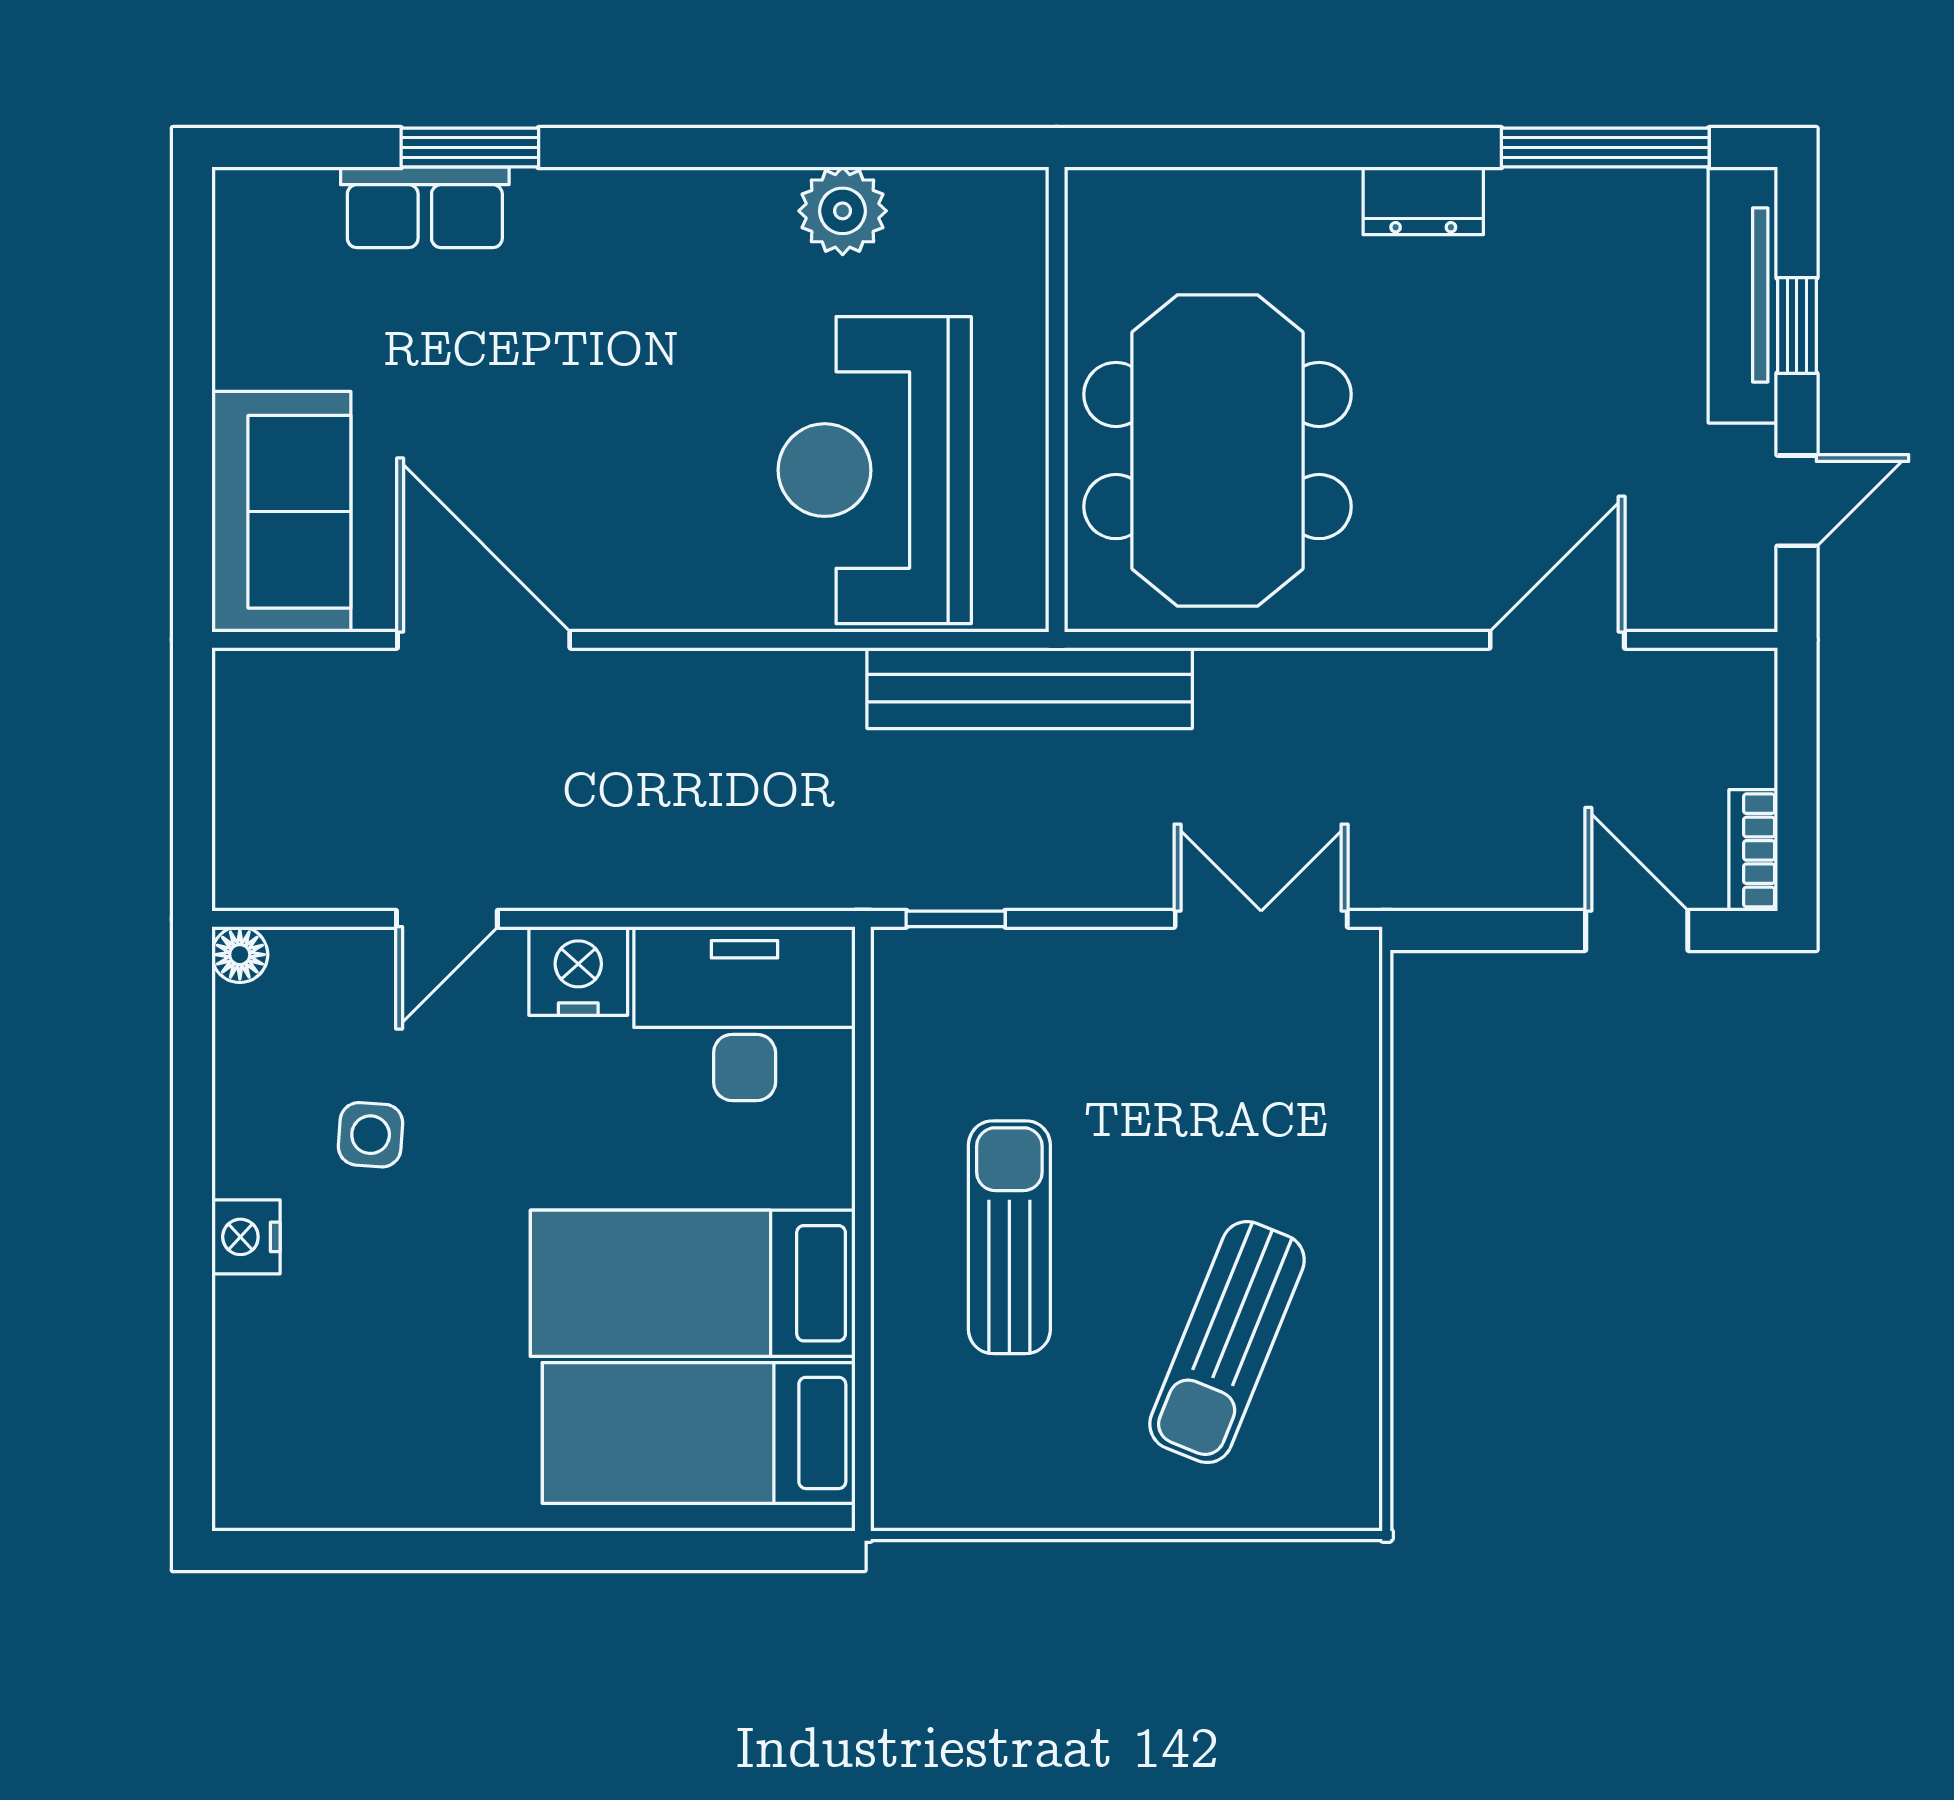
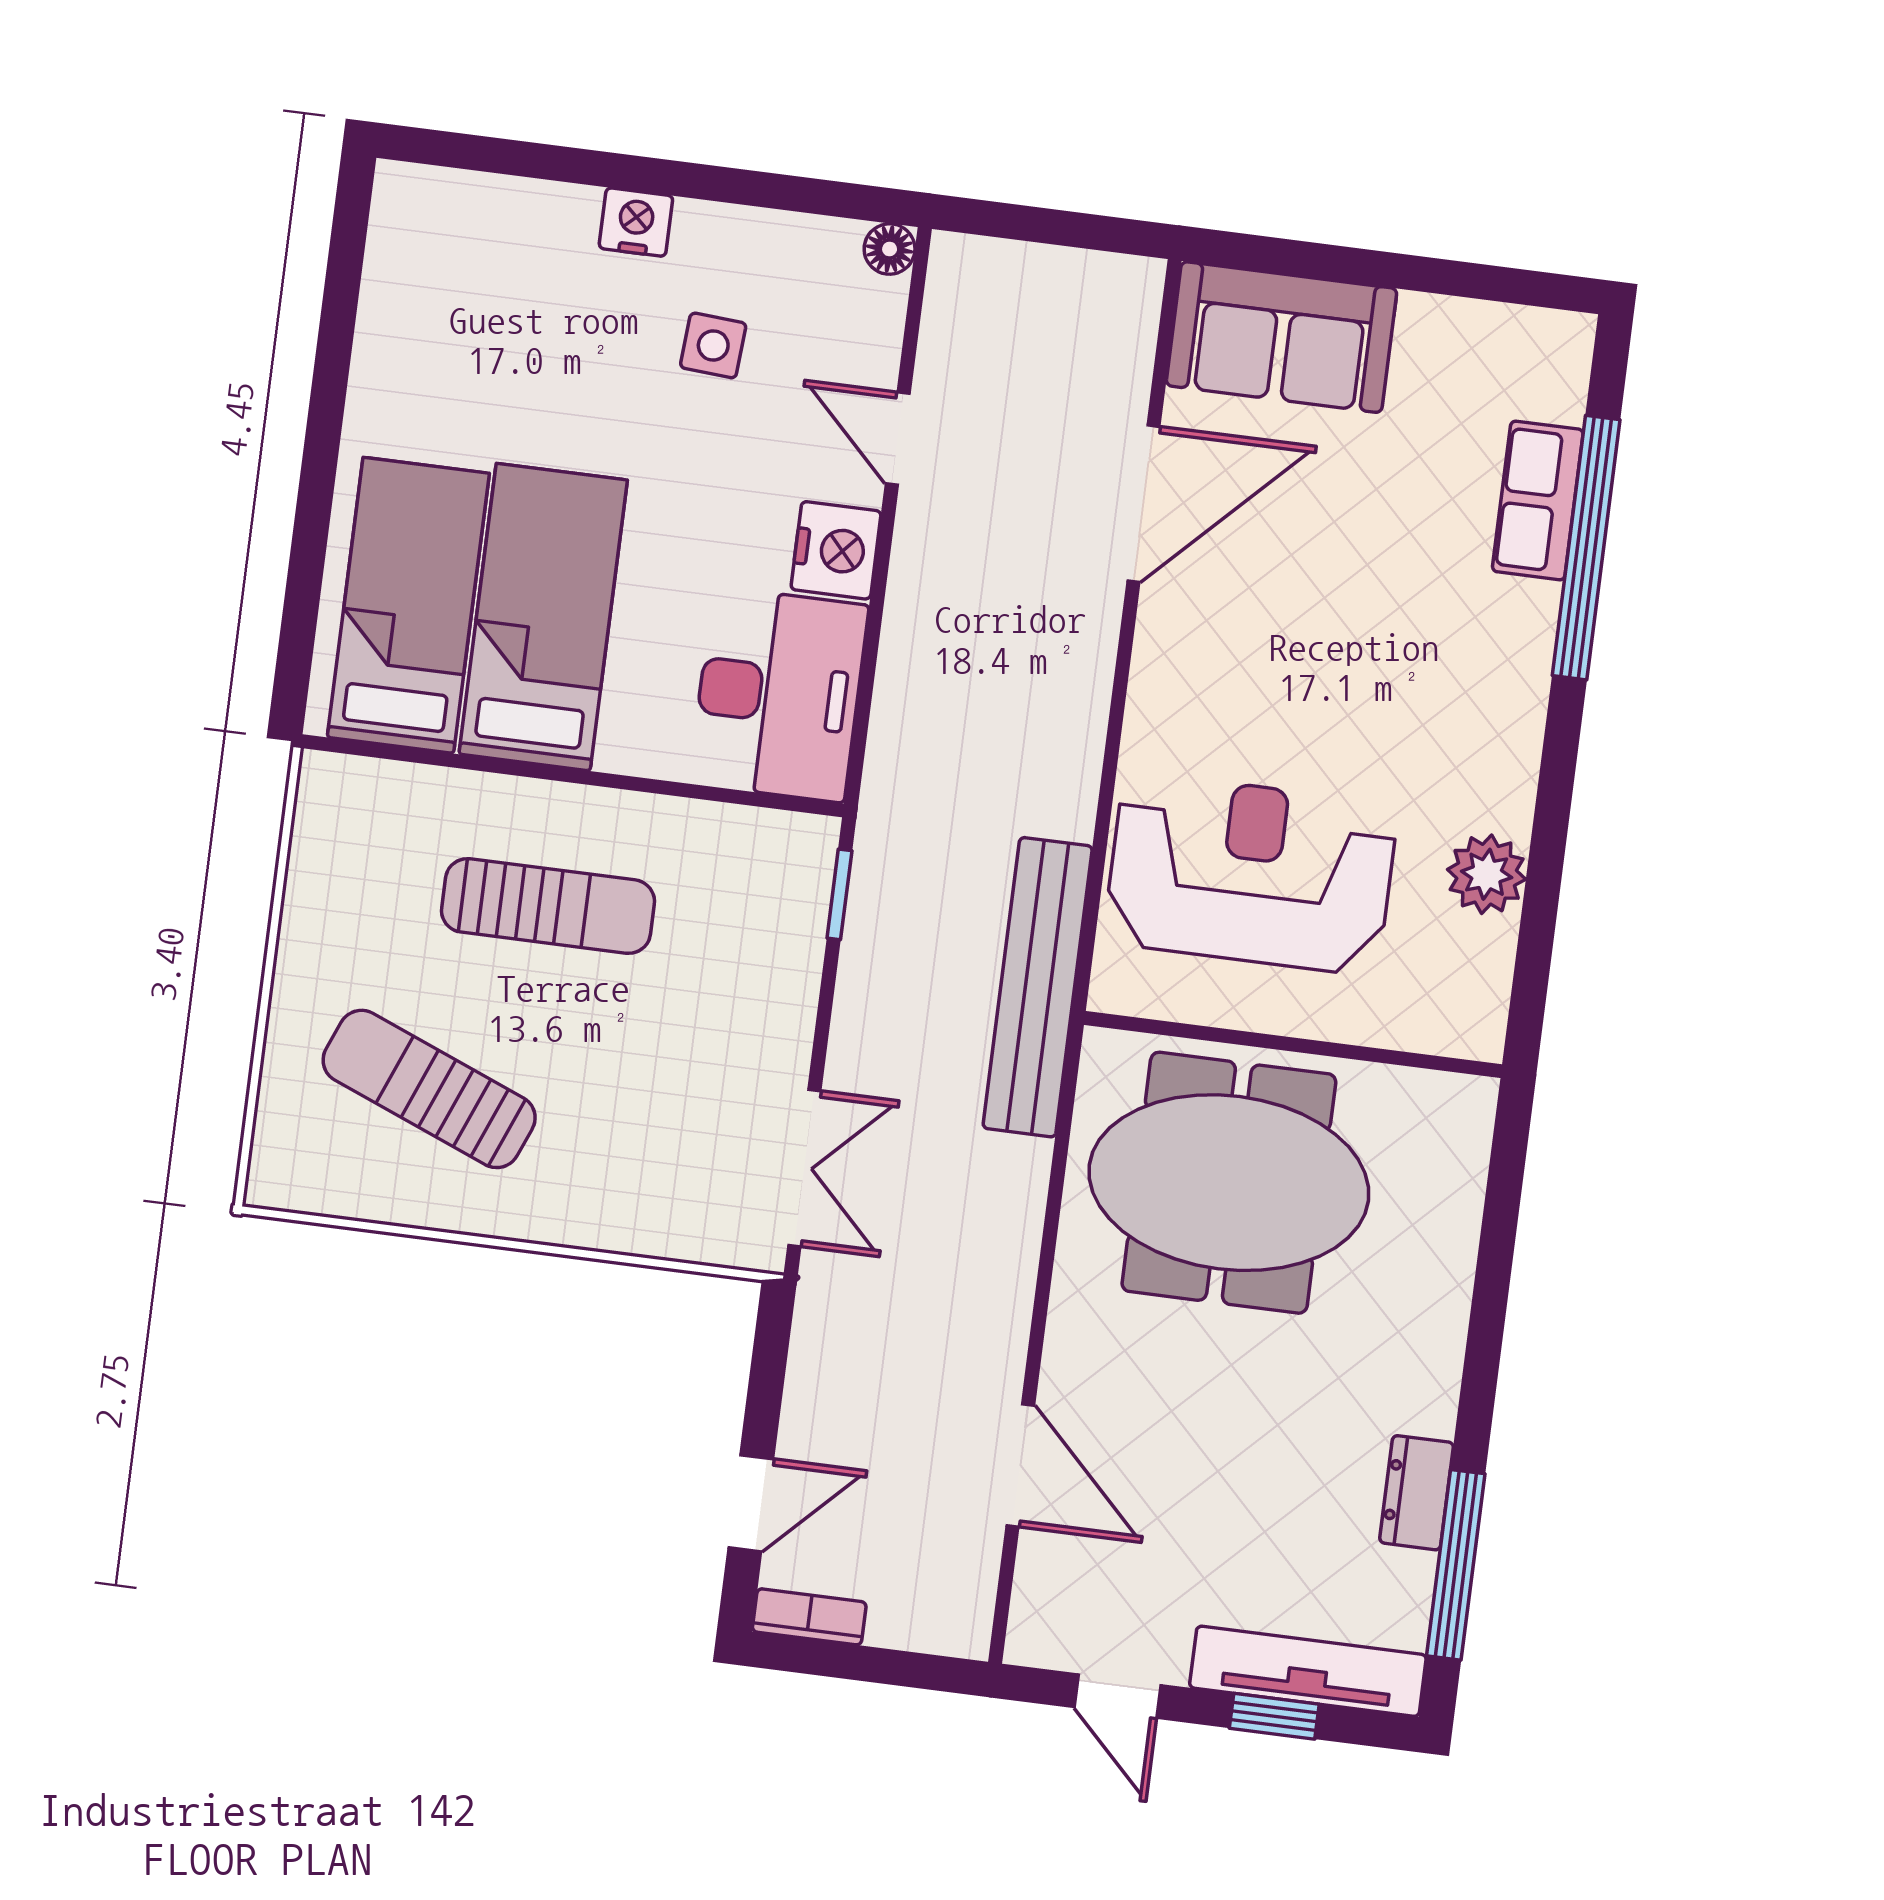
window: (470, 148) -> (1586, 548), width x2.11
dresser: (1423, 201) -> (1417, 1493), moved

